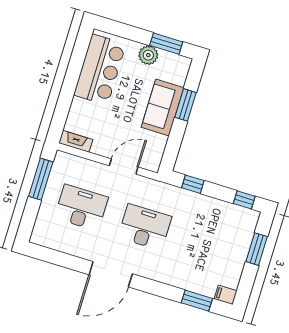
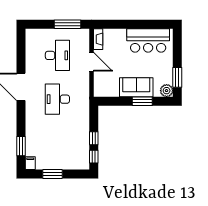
plant: (148, 55) -> (167, 91), moved
door: (124, 166) -> (92, 62), moved
window: (193, 184) -> (94, 138), moved
desk: (145, 227) -> (57, 99), turned 180
window: (257, 249) -> (53, 174), moved

